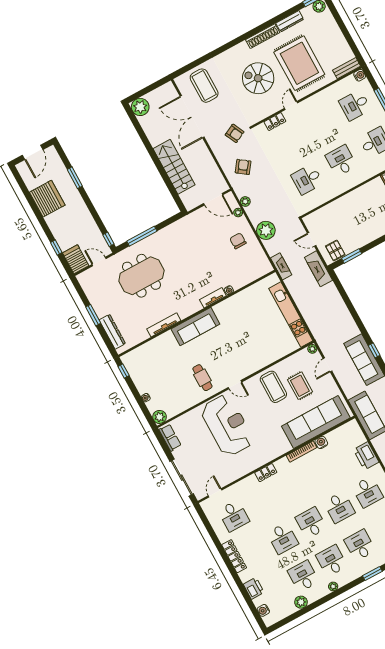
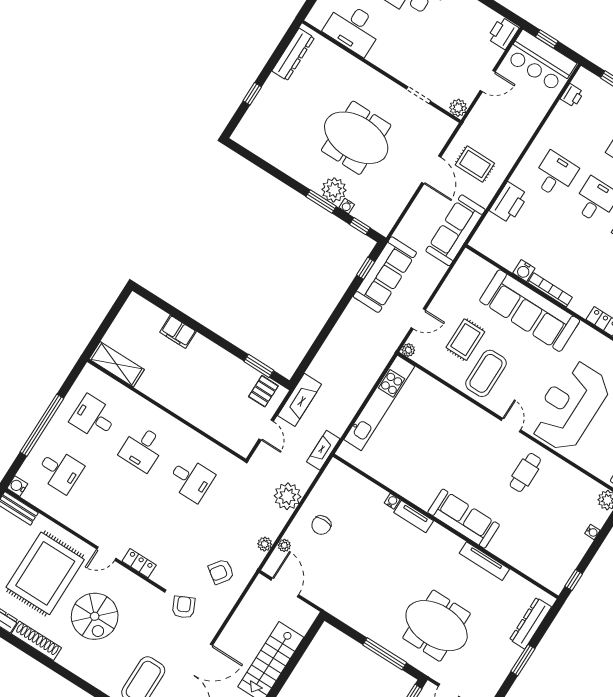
sofa: (316, 422) -> (530, 311), moved

